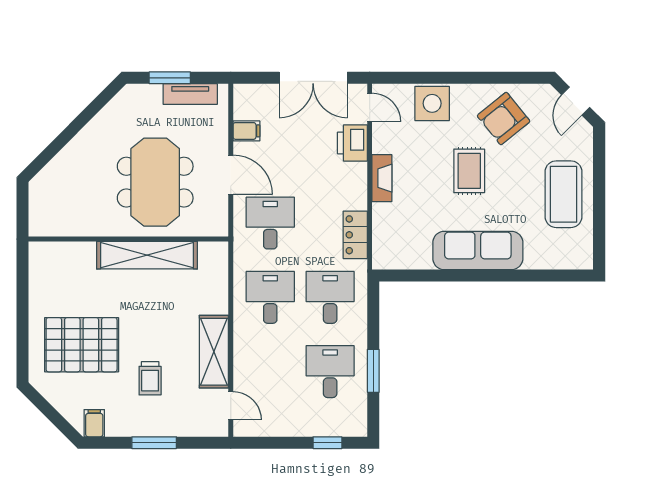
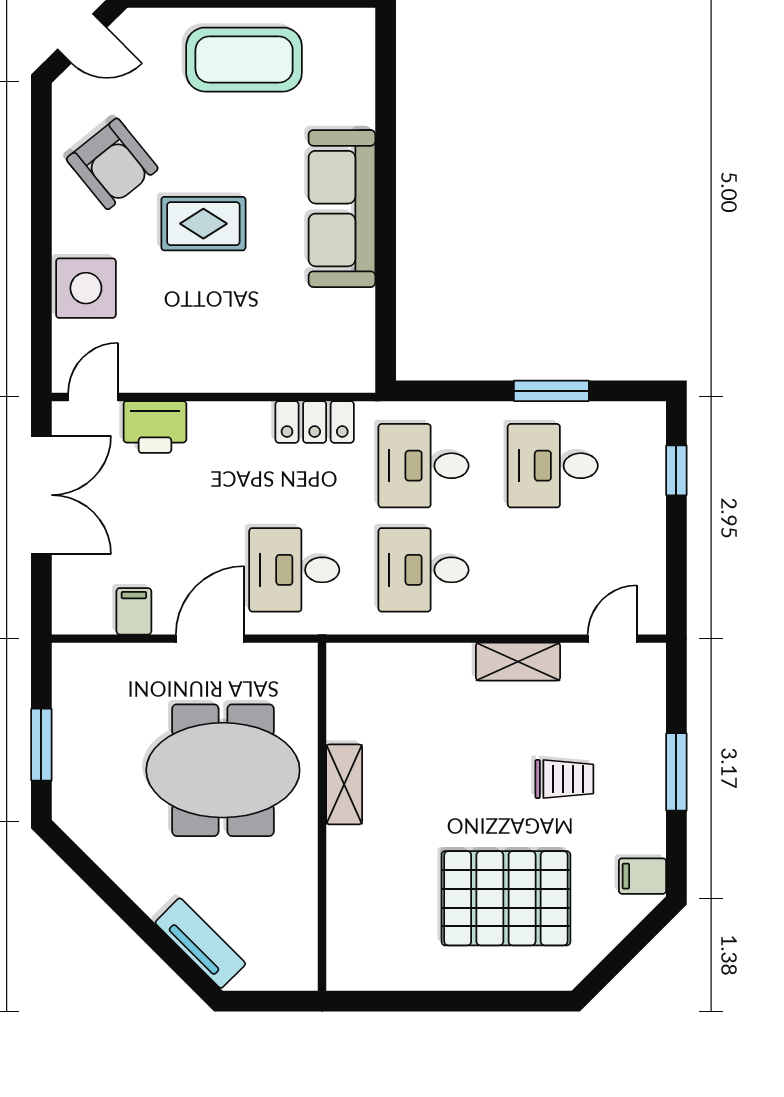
tv unit: (190, 94) -> (200, 943), moved, turned -45
fireplace: (382, 178) -> (216, 375), removed
shelving: (147, 255) -> (344, 784), width x0.45, depth x0.75
pallet: (82, 345) -> (506, 898), turned 90
shelving: (214, 352) -> (518, 662), width x0.67, depth x0.75

